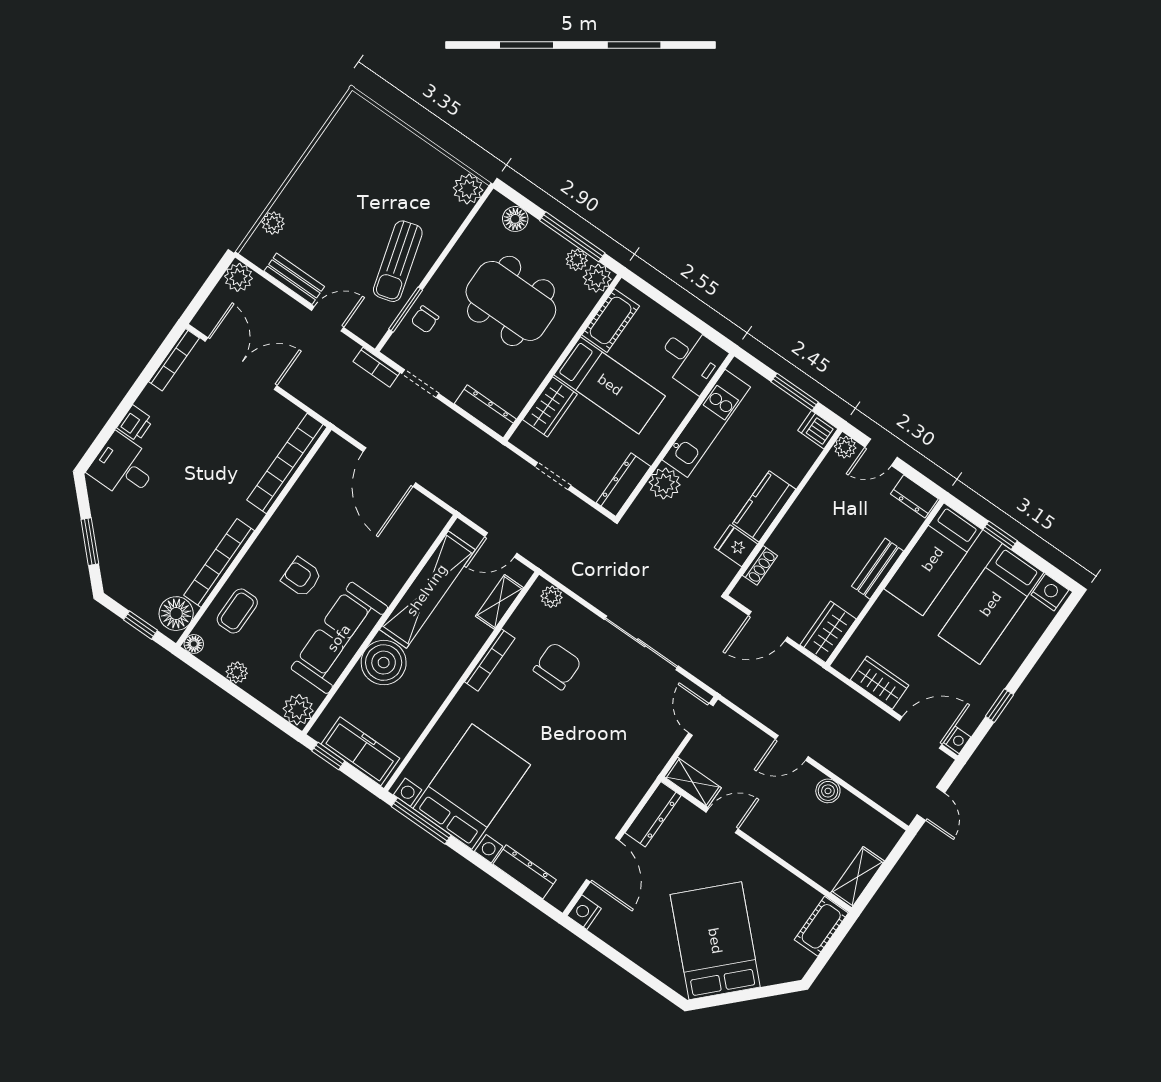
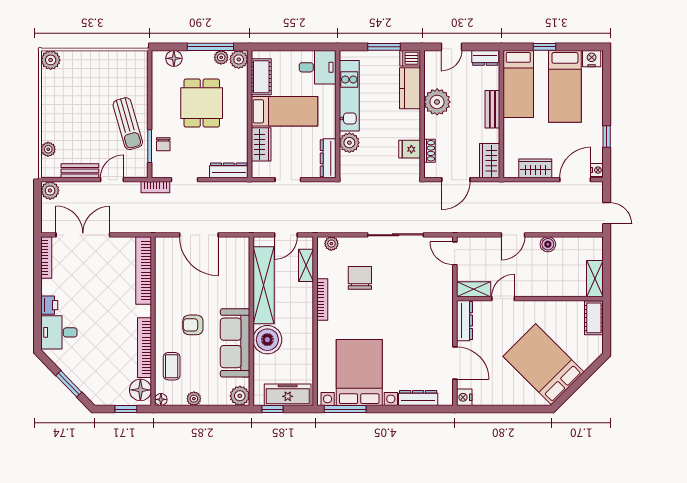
plant: (468, 189) -> (51, 60), moved
dining table: (511, 301) -> (202, 103), width x0.73
plant: (845, 447) -> (437, 102), moved, width x1.87, depth x1.87
kitchen counter: (764, 506) -> (410, 88), moved

